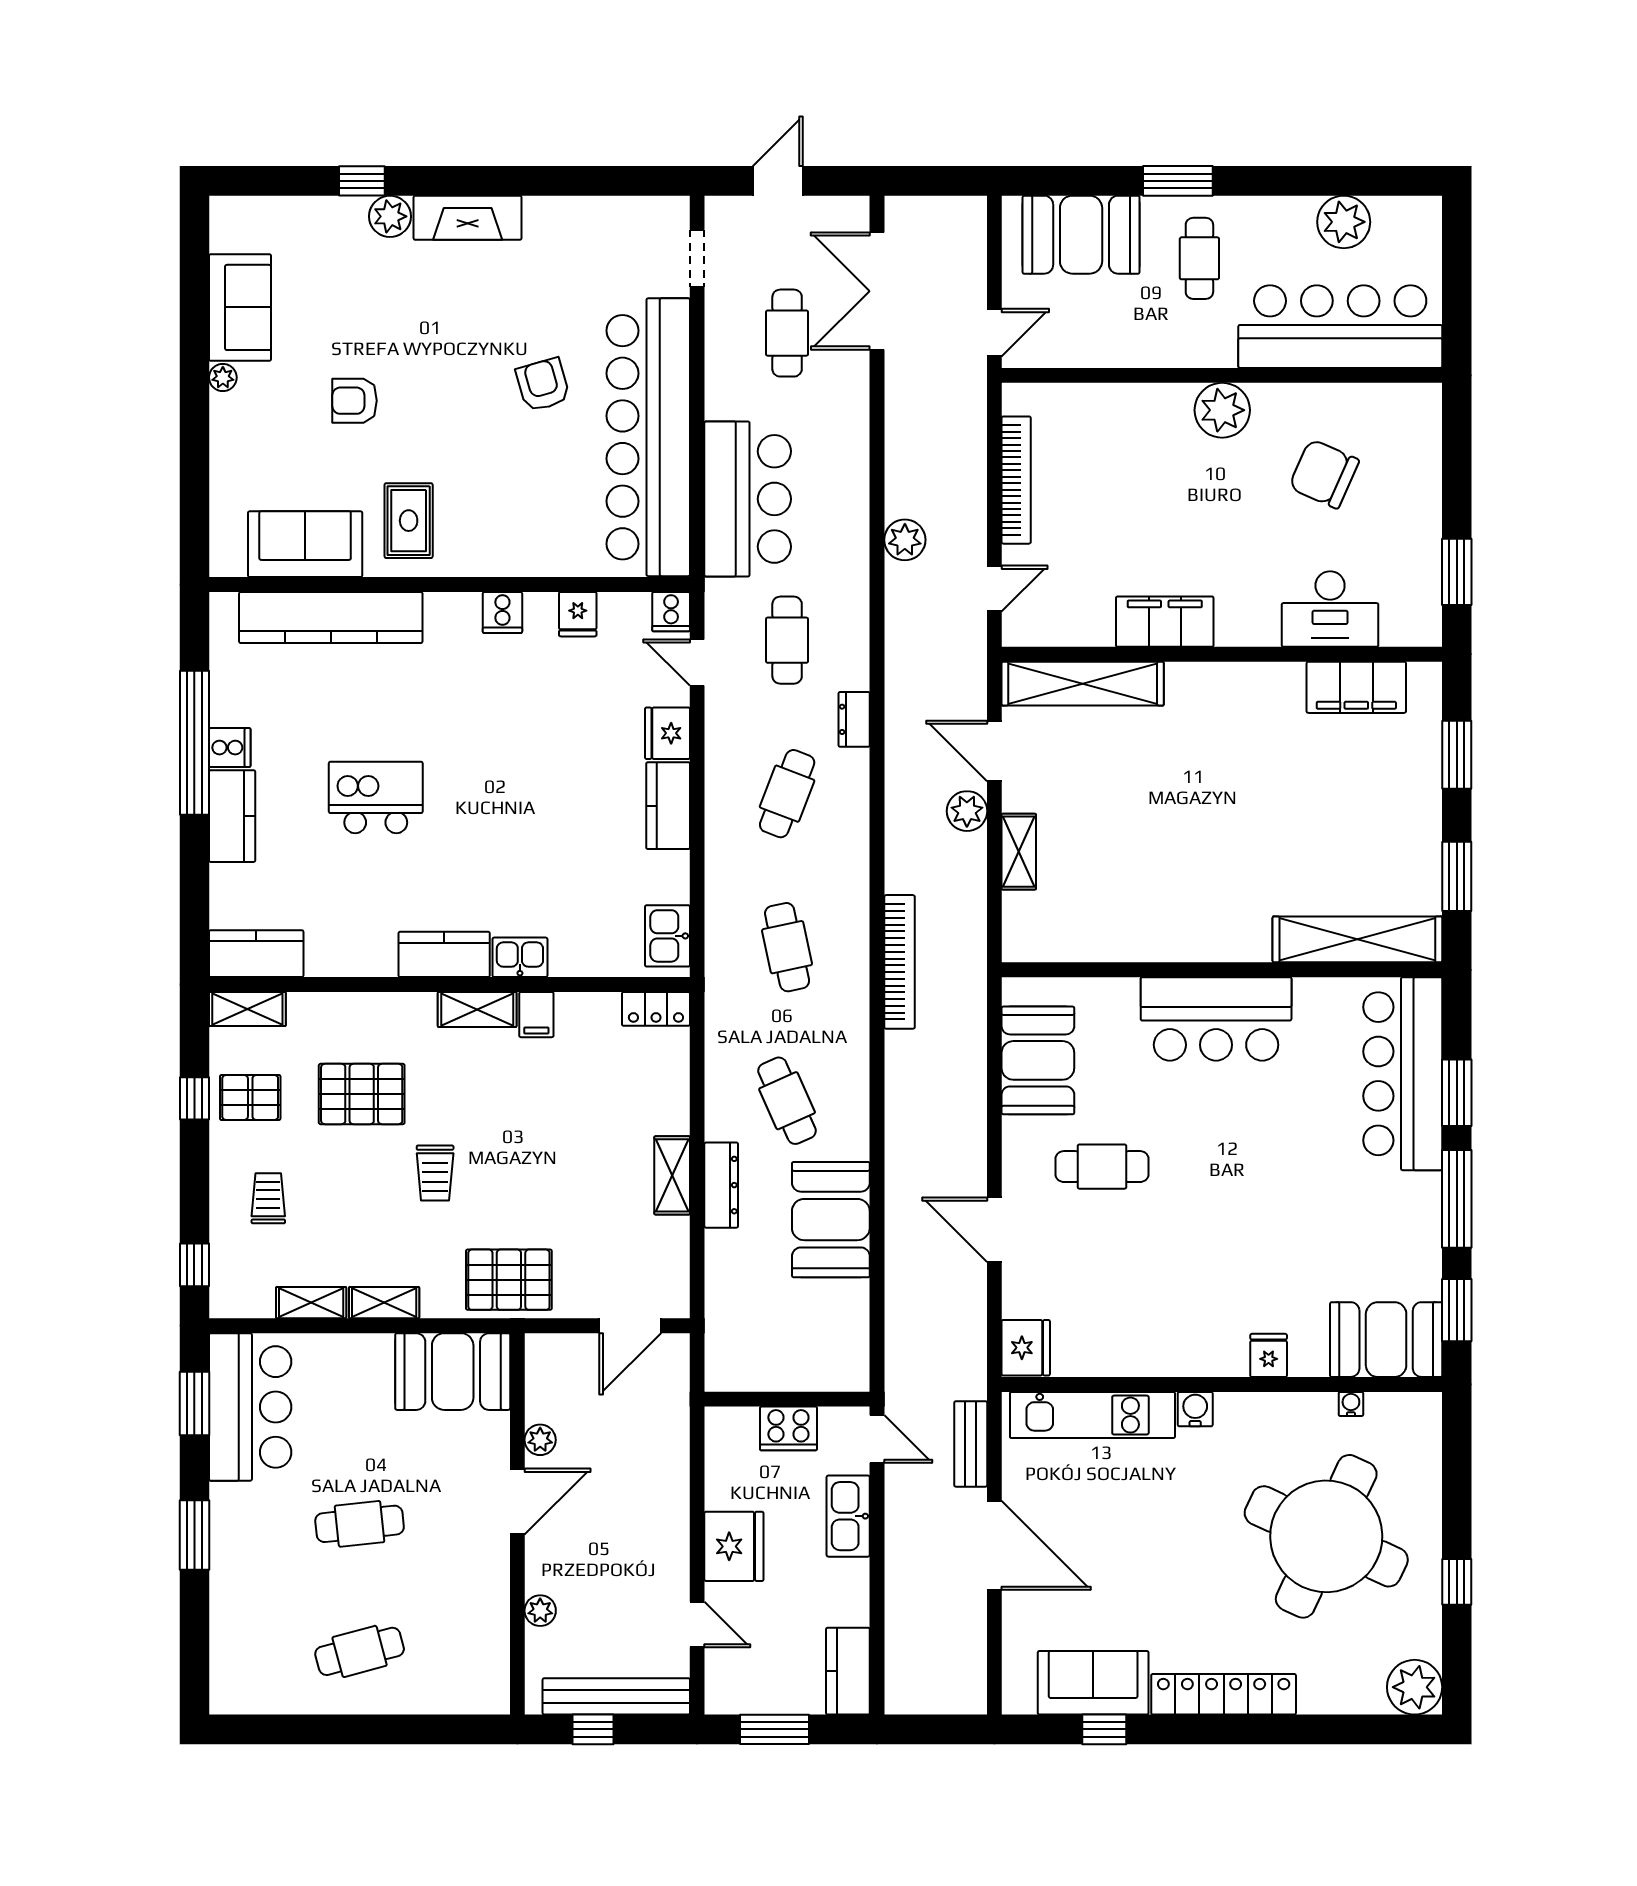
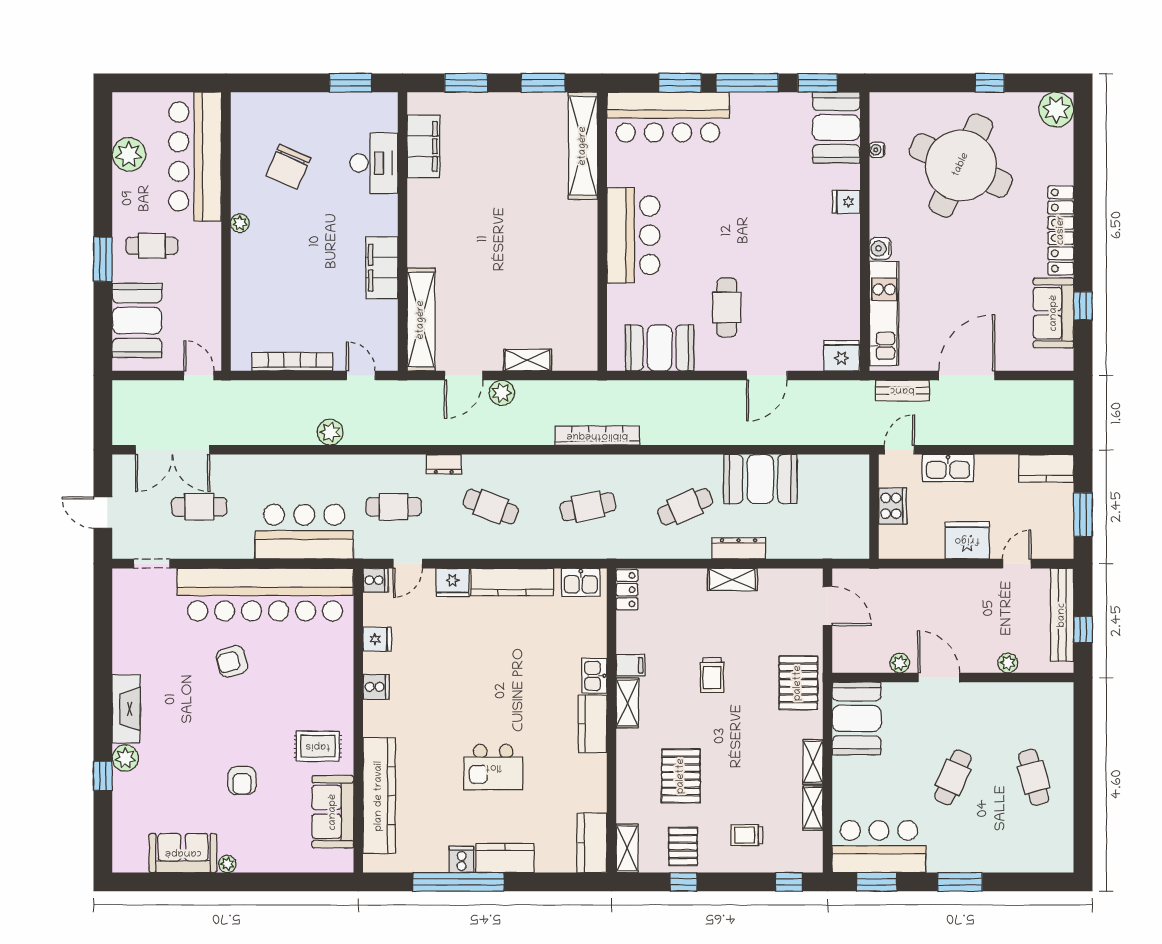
plant: (1222, 410) -> (240, 223), width x0.53, depth x0.53
kitchen island: (376, 797) -> (493, 767), turned -90
kitchen counter: (668, 806) -> (512, 582), width x1.50
trolley: (435, 1173) -> (712, 675), moved, turned 90
cafe table: (360, 1524) -> (953, 777), turned 30

